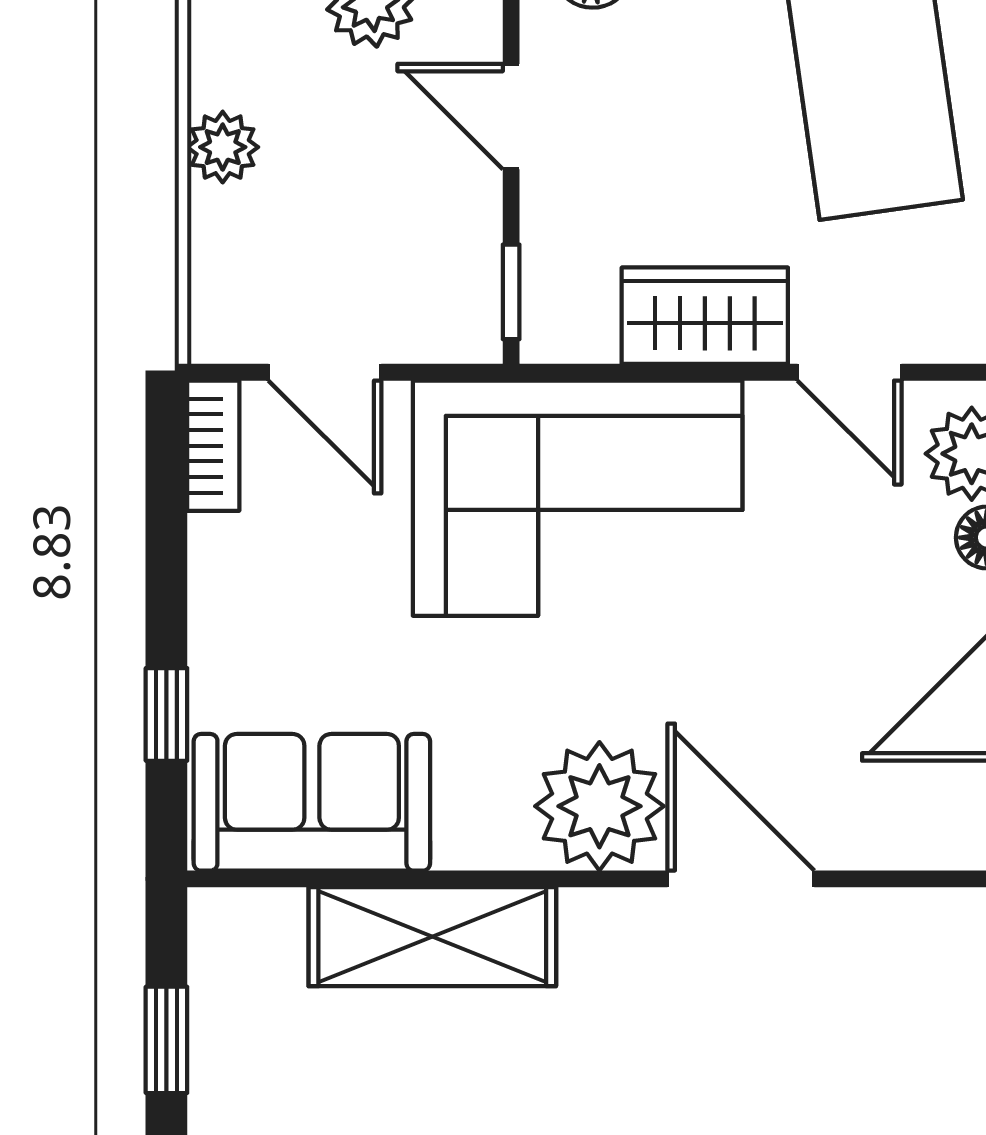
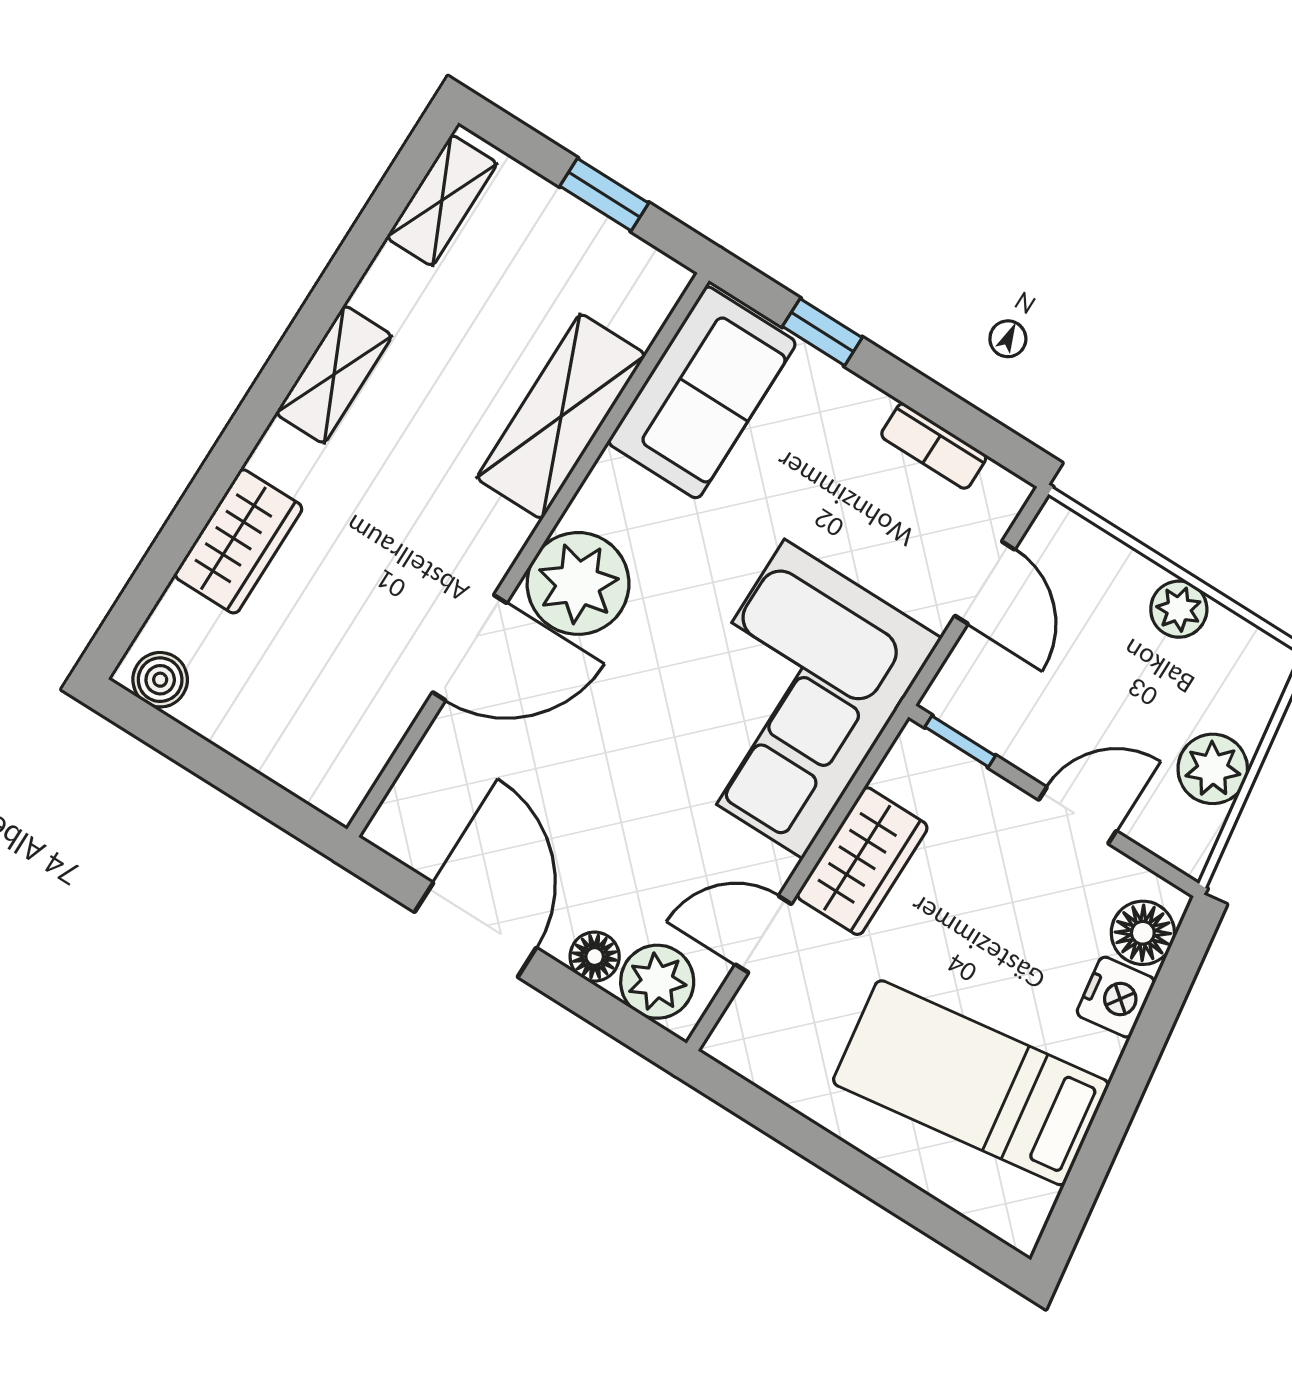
door: (325, 372) -> (985, 583), swing flipped
bookcase: (213, 446) -> (934, 446), moved

